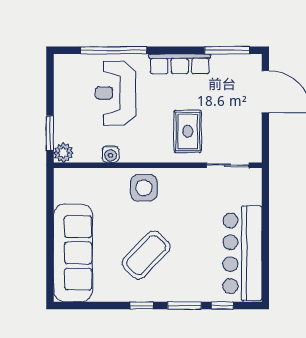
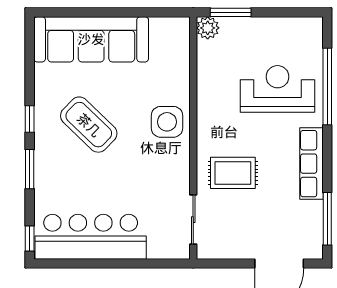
water cooler: (111, 154) -> (206, 83), removed
window: (222, 306) -> (30, 238), moved

